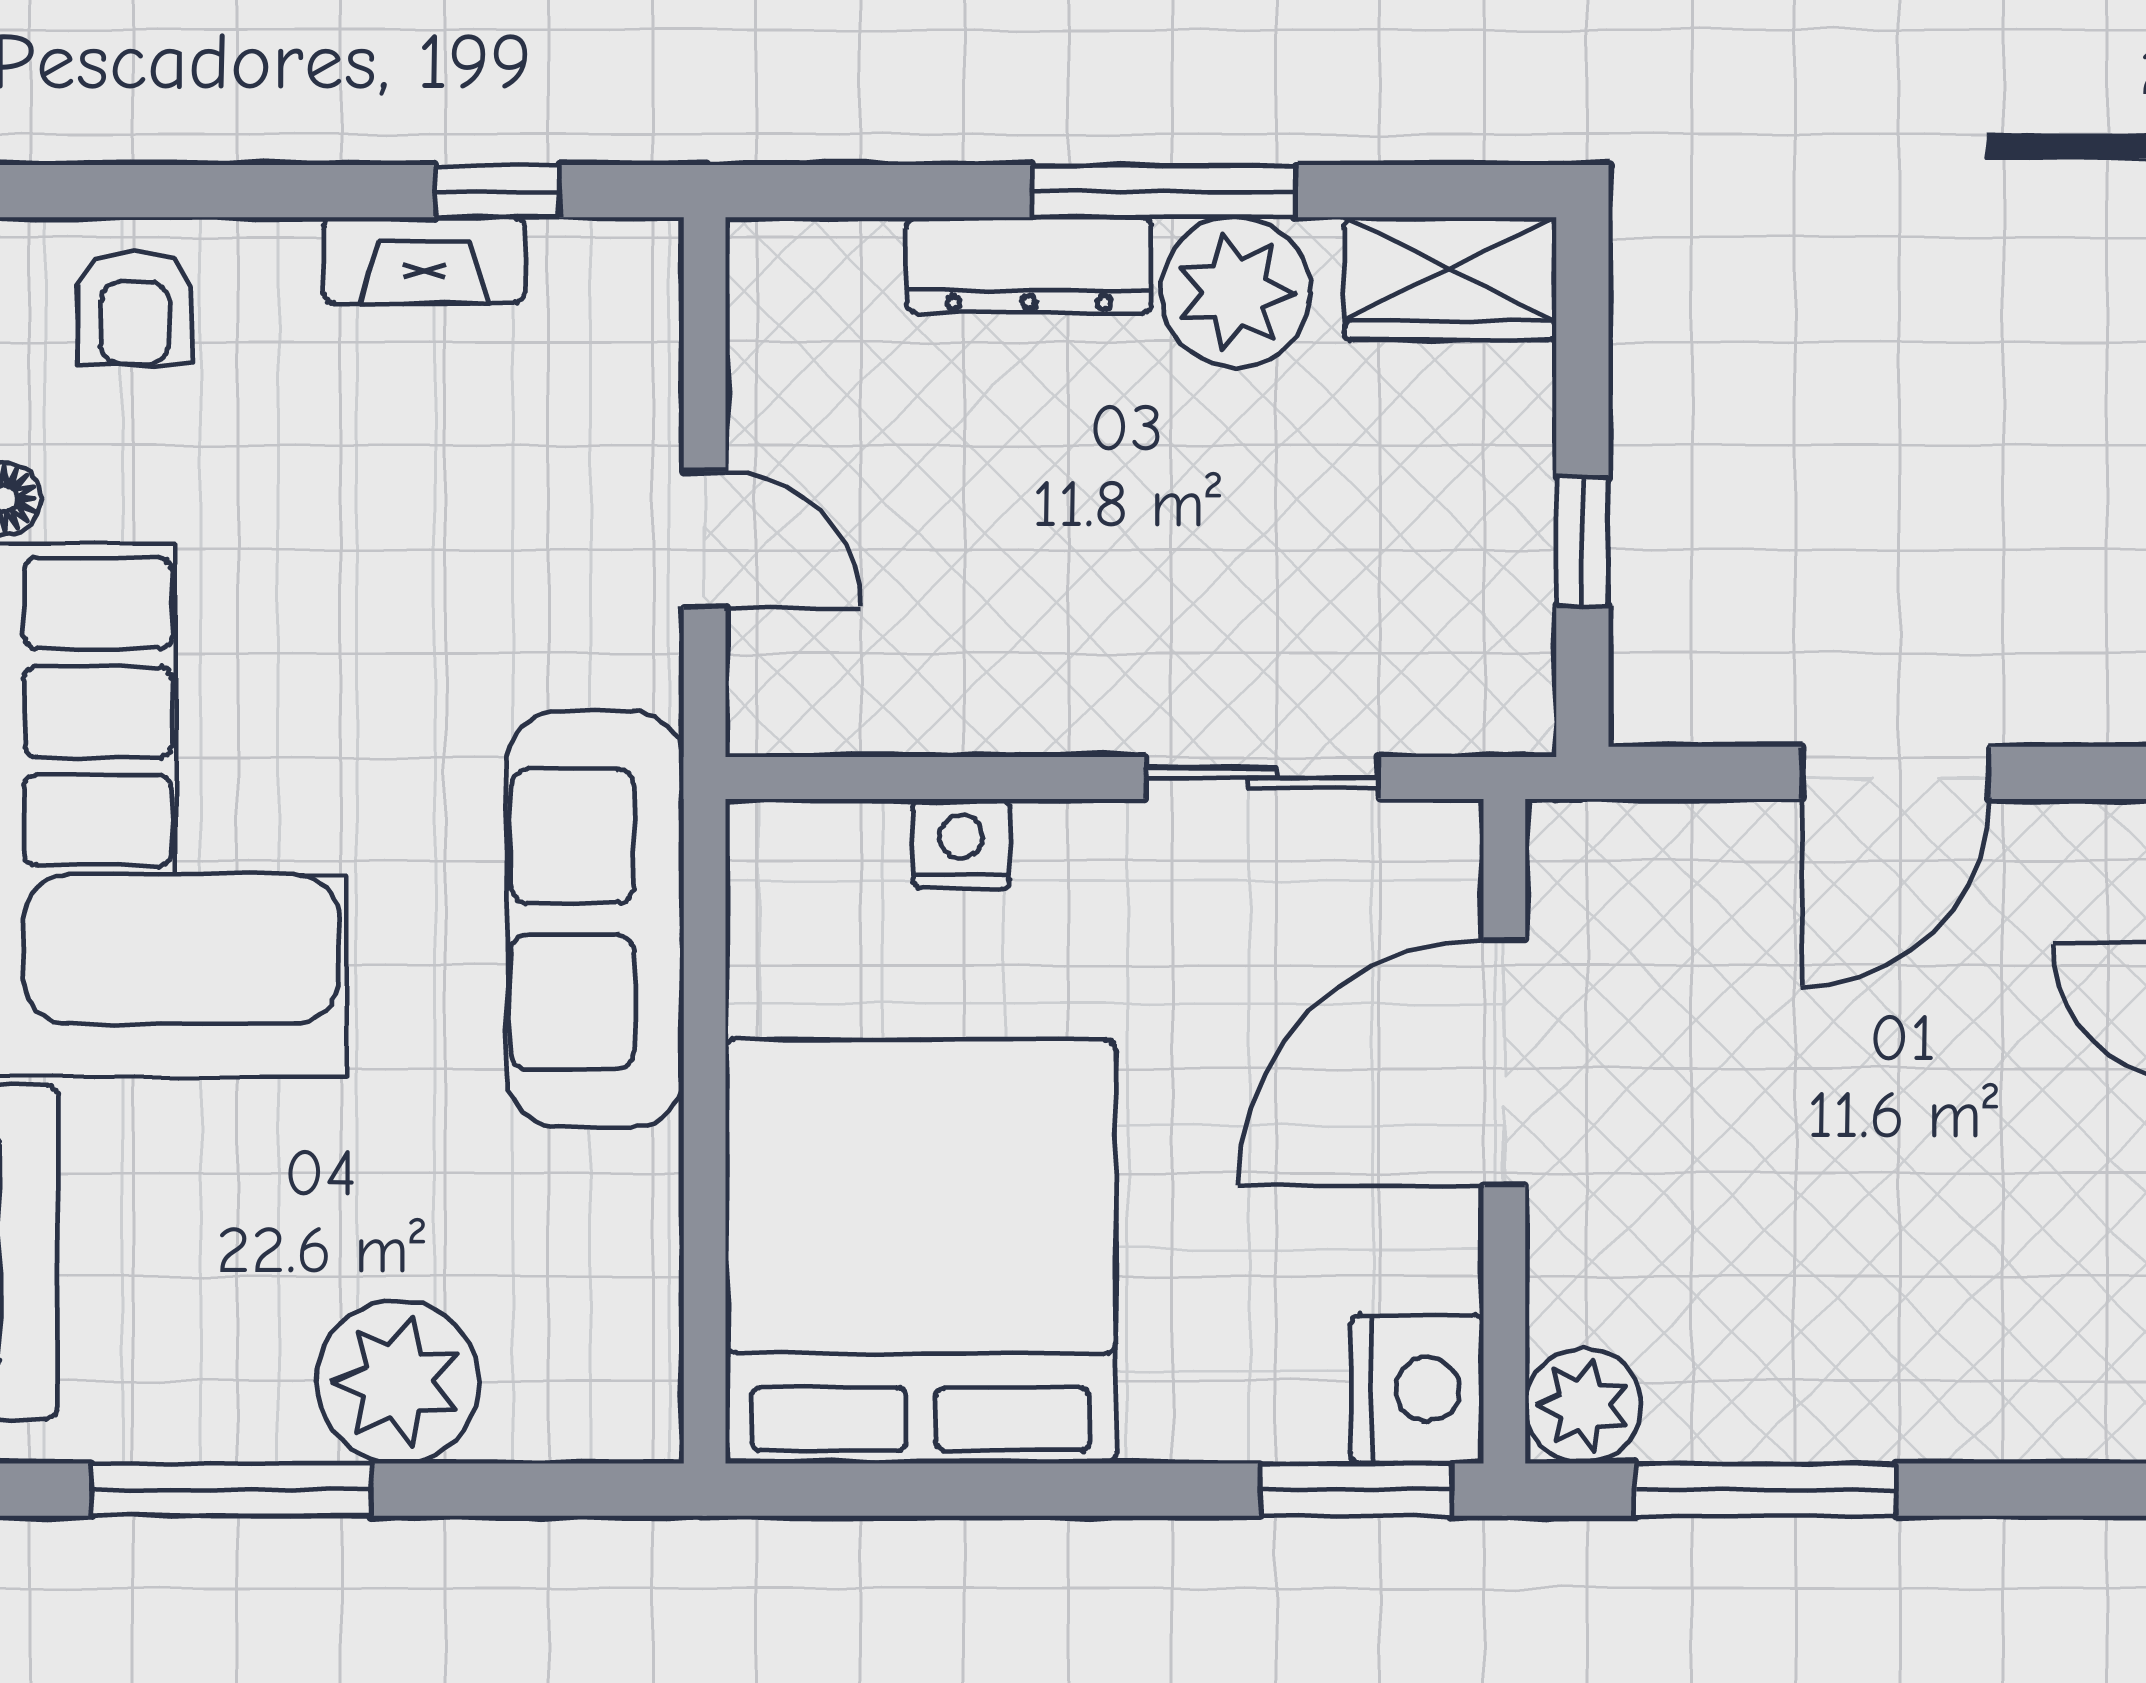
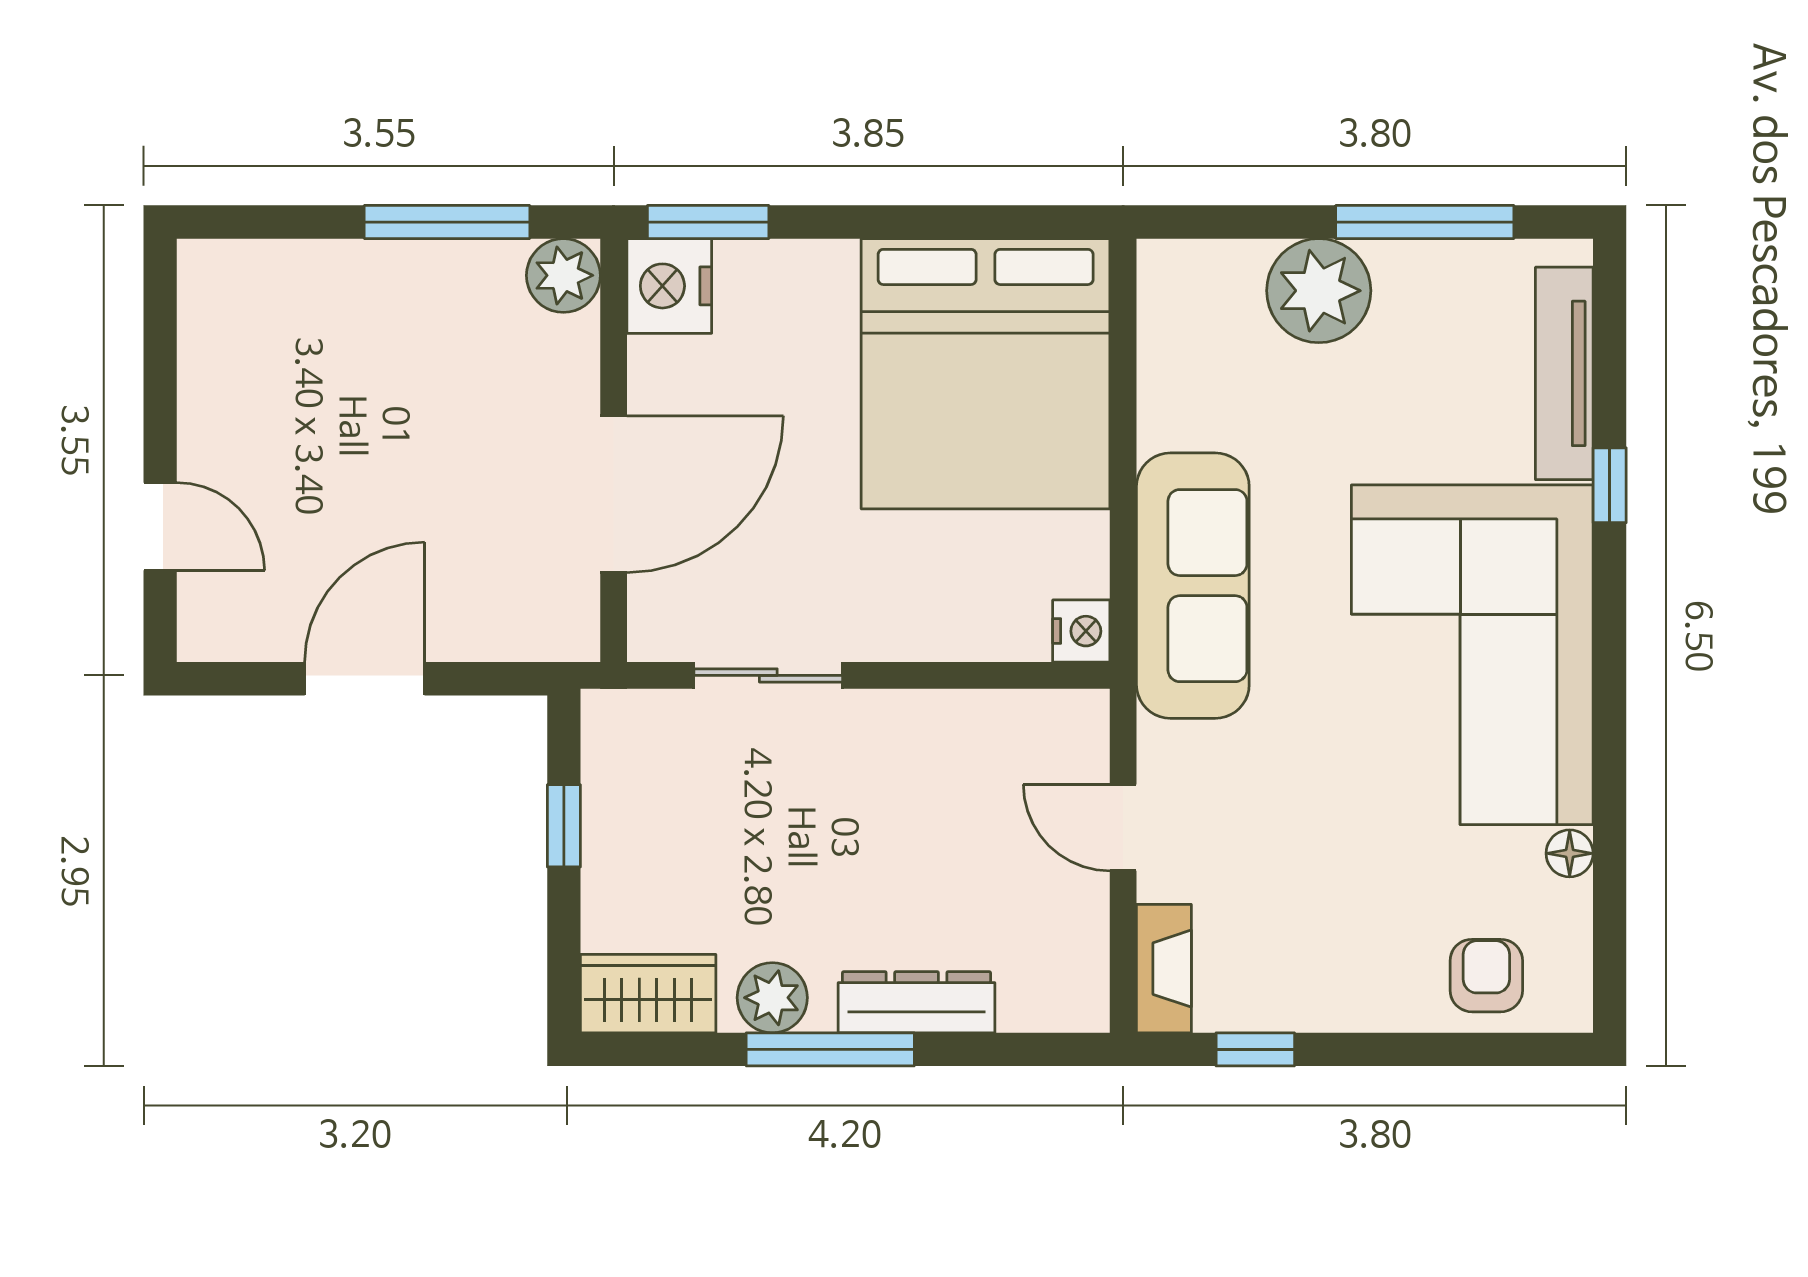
fireplace: (424, 260) -> (1164, 969), moved, turned 90
plant: (1235, 292) -> (772, 998), width x0.73, depth x0.73
nightstand: (961, 844) -> (1081, 631), moved, turned -90

